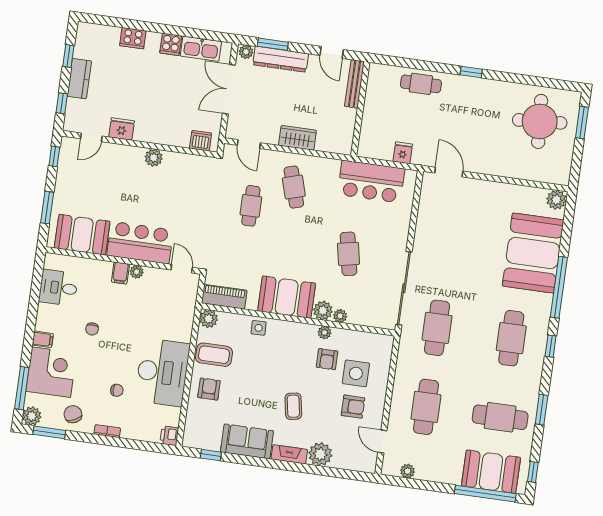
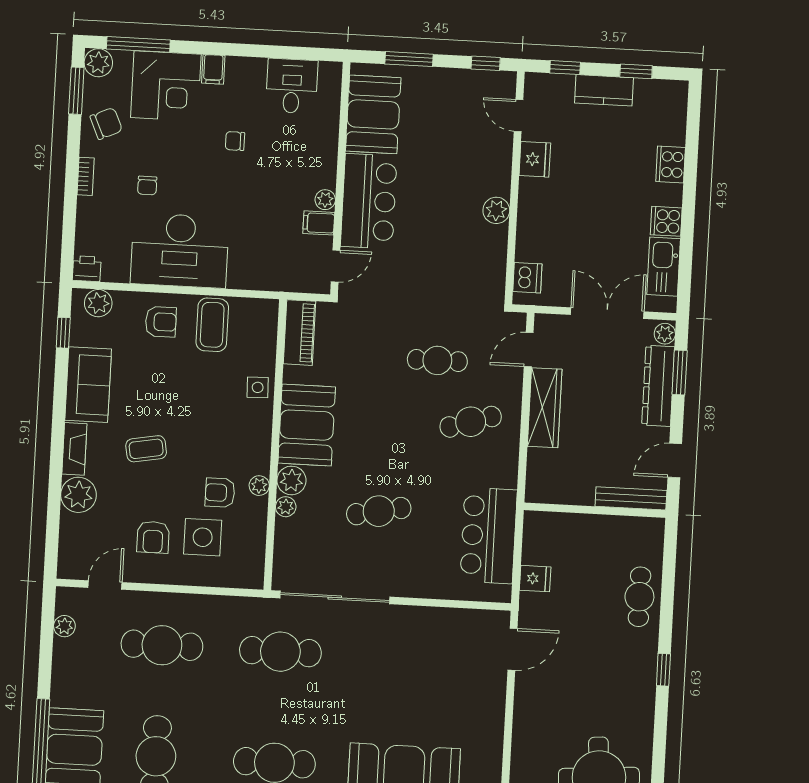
wardrobe: (297, 138) -> (545, 408), width x1.50
filing cabinet: (120, 273) -> (319, 223), moved
plant: (209, 319) -> (98, 303), moved

